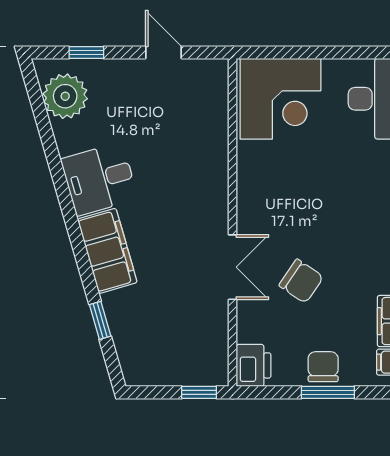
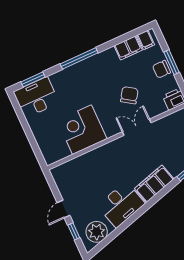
door: (163, 53) -> (64, 209), moved
corner desk: (280, 99) -> (82, 130), moved, turned -90
desk: (99, 179) -> (121, 205), width x1.37

